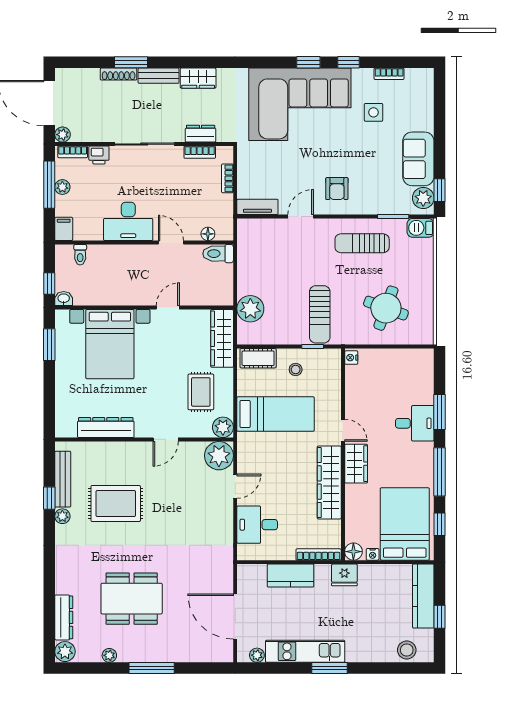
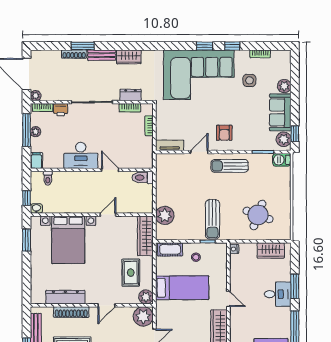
plant: (424, 121) -> (284, 86), added
floor lamp: (208, 234) -> (136, 164), removed
sun lounger: (362, 243) -> (230, 166), moved
shoe rack: (114, 449) -> (71, 312), added
wardrobe: (356, 464) -> (271, 250), moved, turned 90

